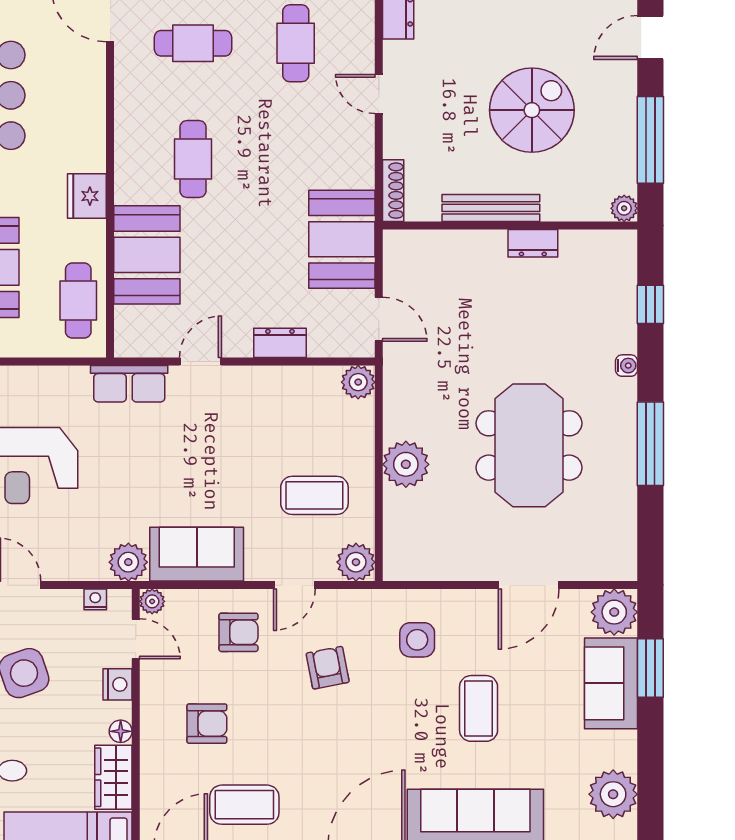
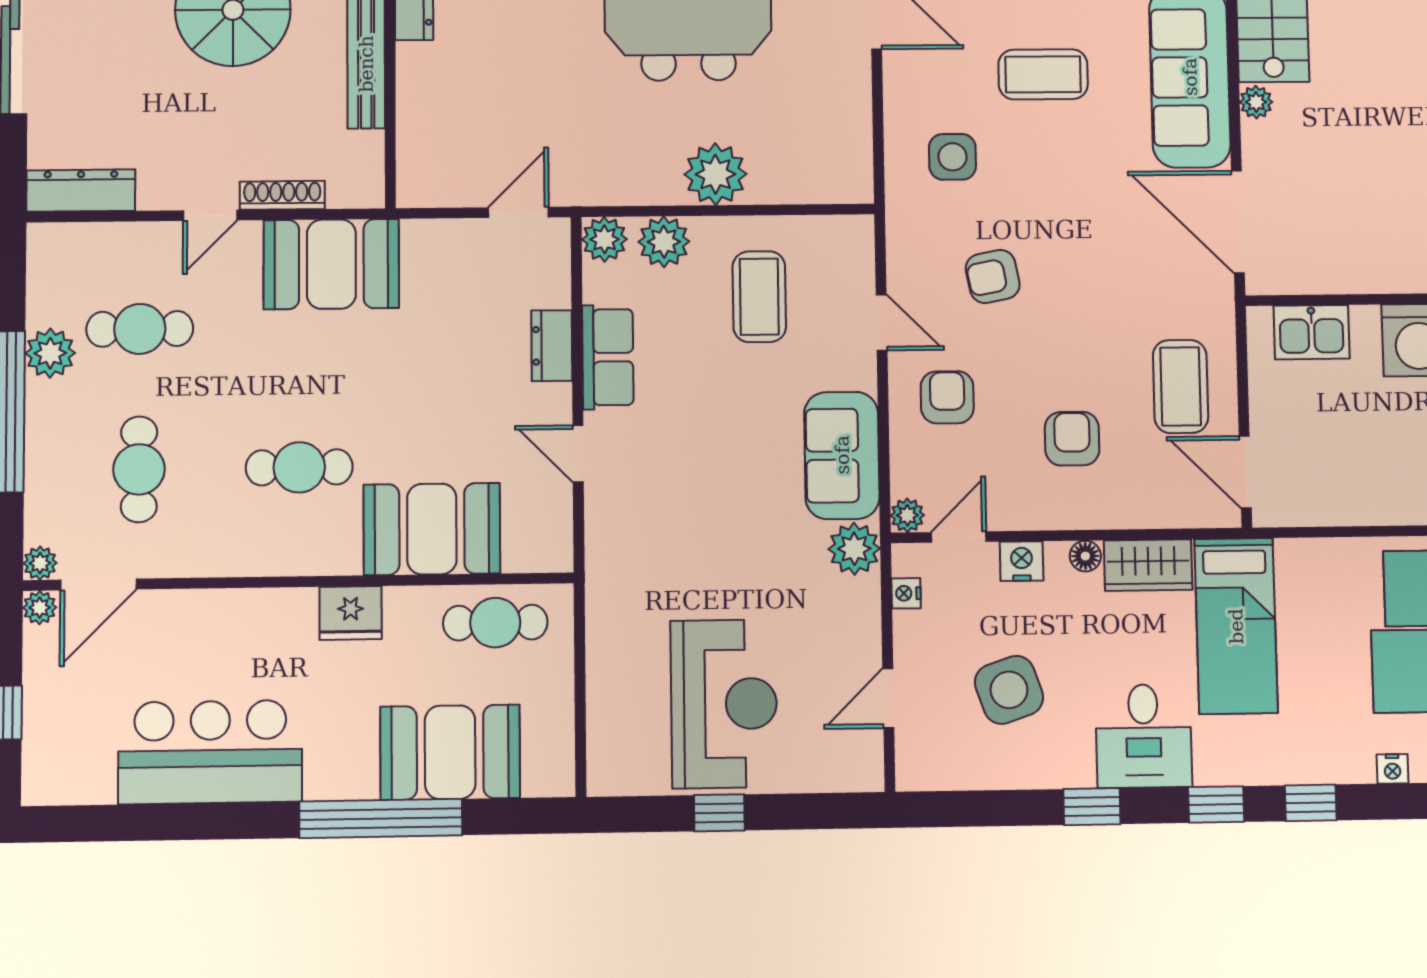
shoe rack: (393, 191) -> (282, 195), moved
booth: (342, 239) -> (331, 264), moved
row of seats: (129, 384) -> (608, 357), moved
plant: (356, 562) -> (664, 242), moved

